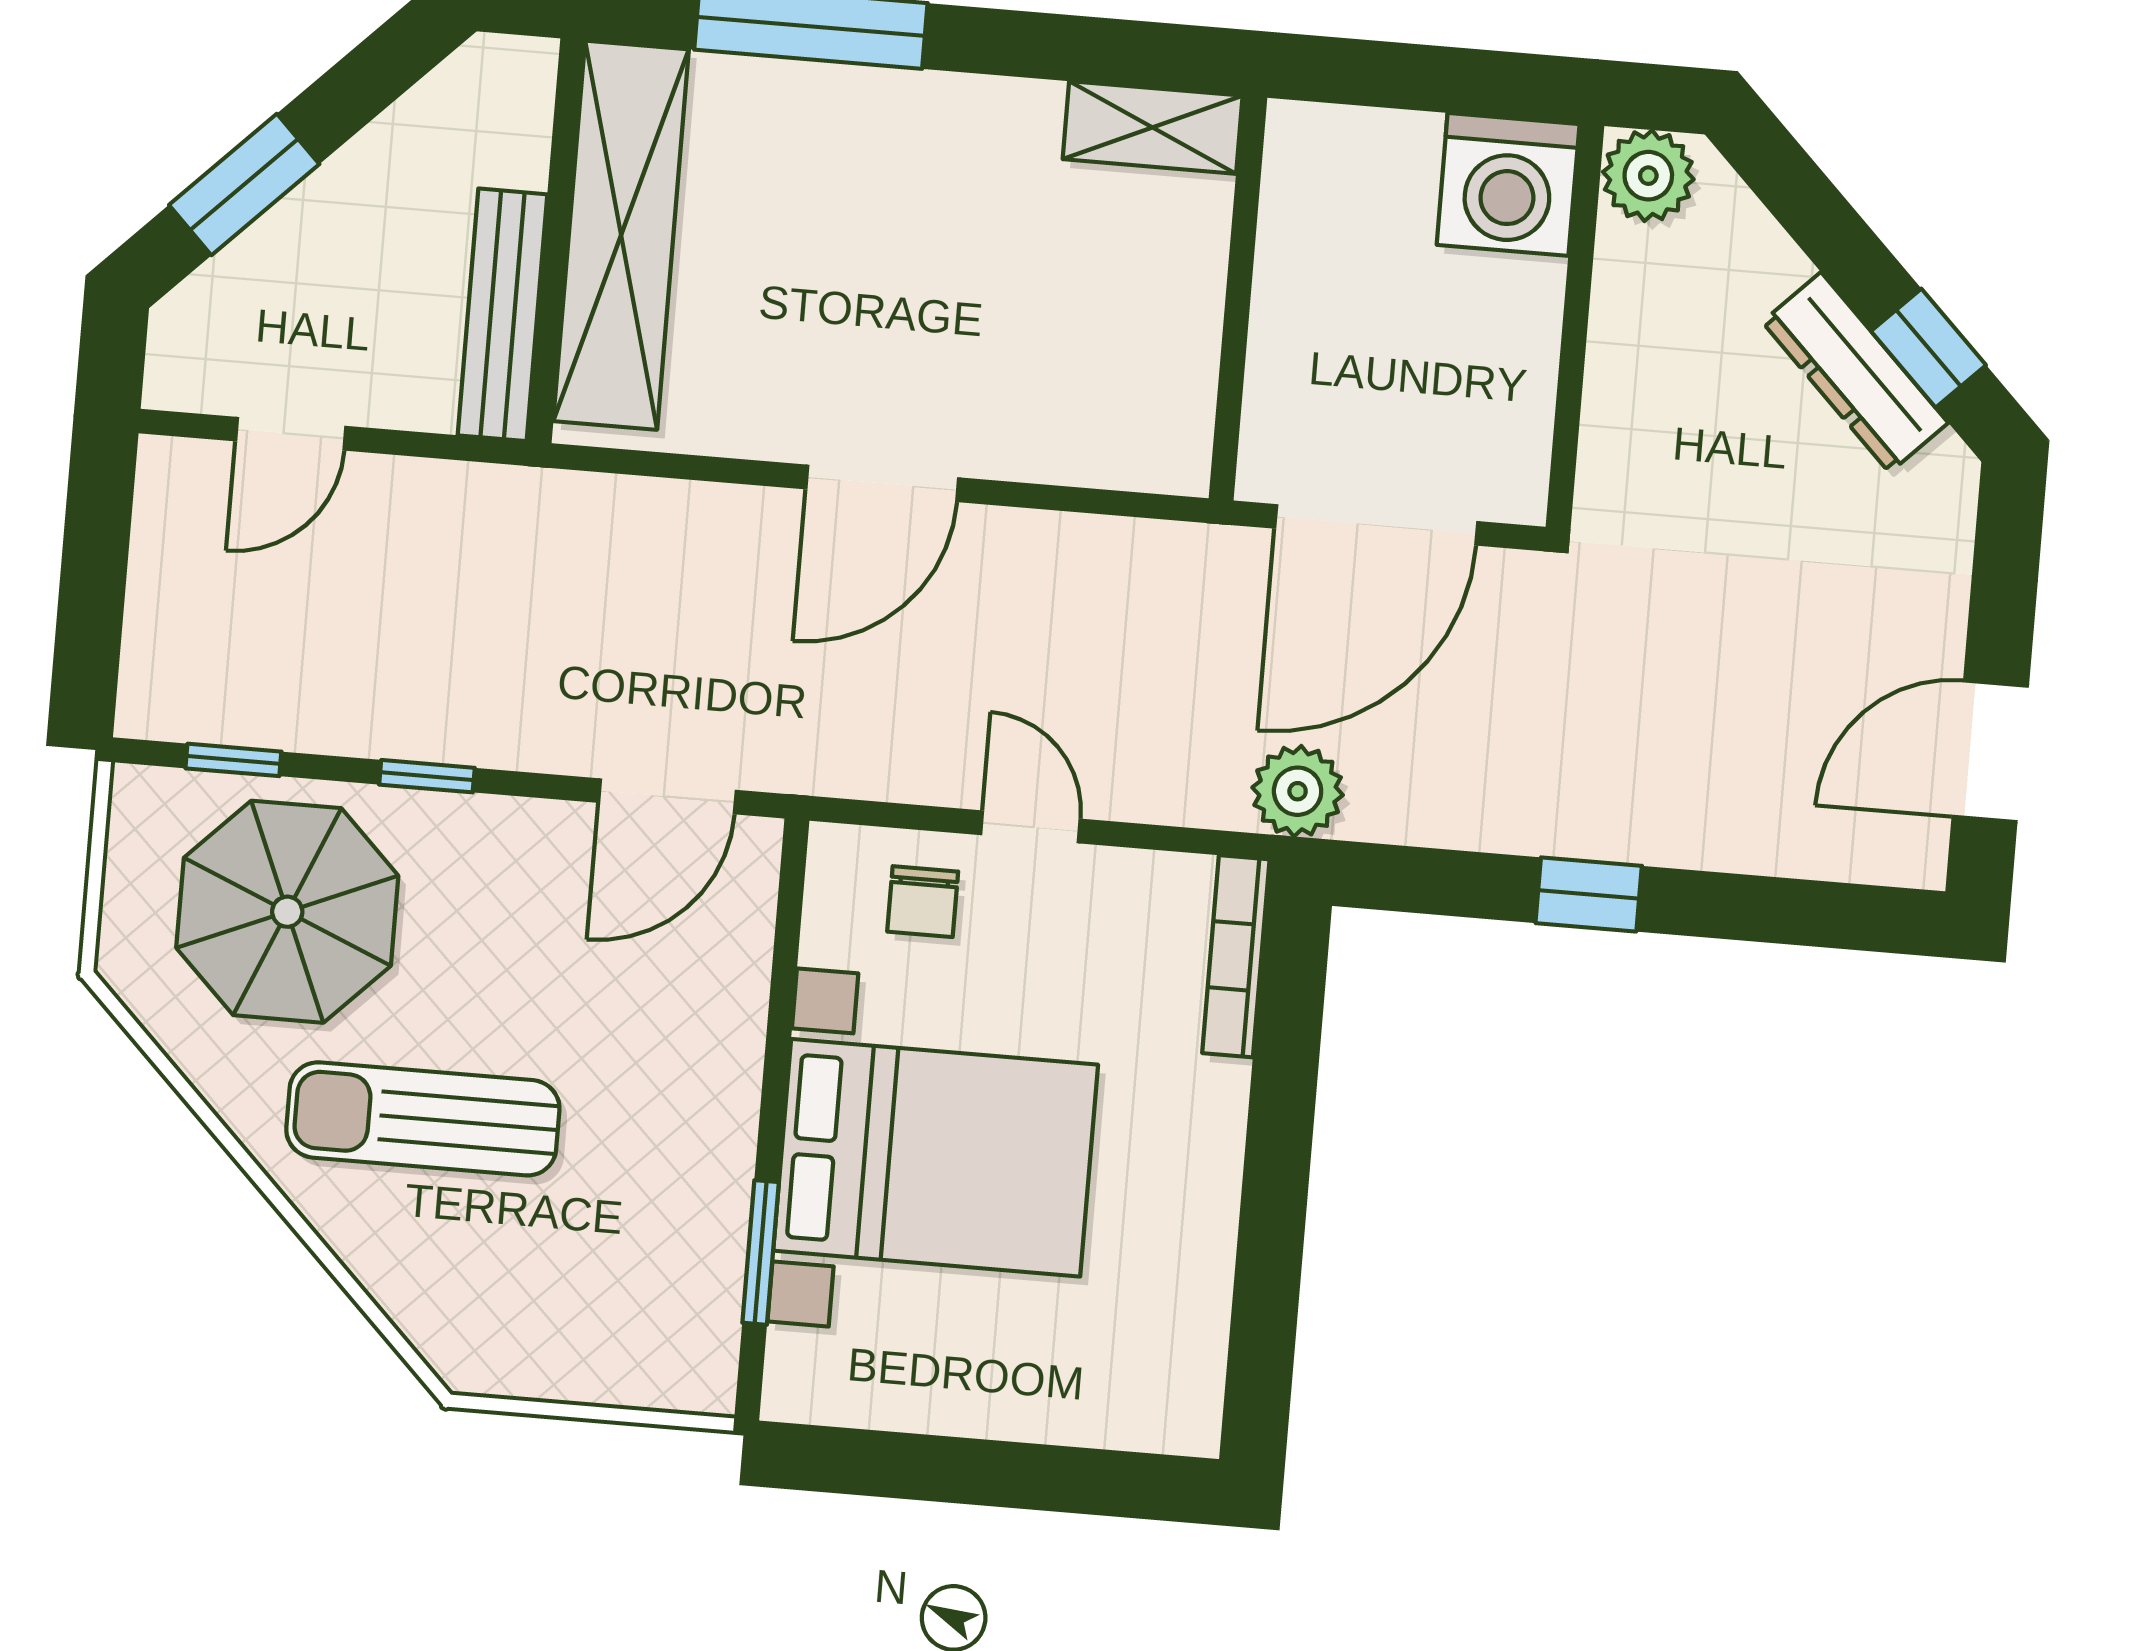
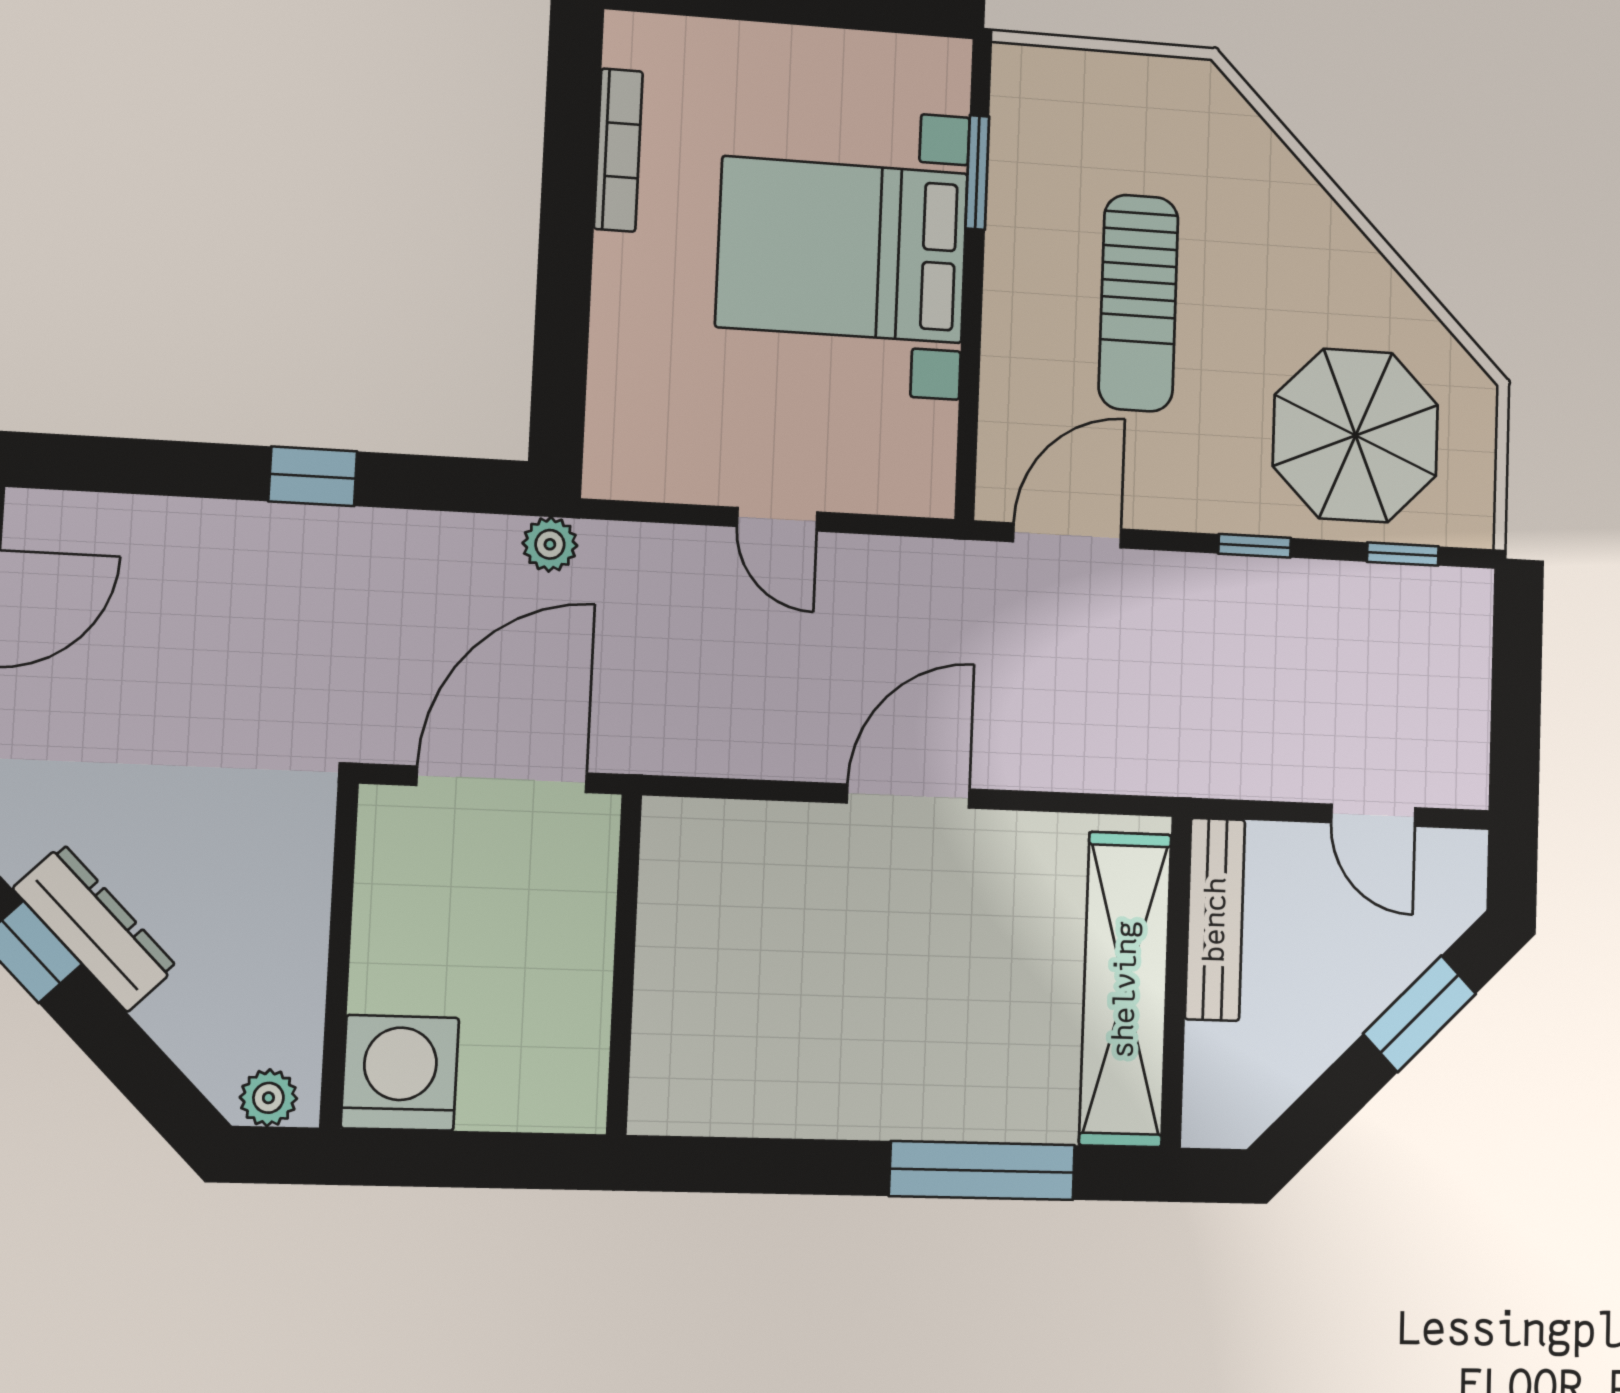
shelving: (1153, 127) -> (700, 1103), removed
plant: (1648, 176) -> (268, 1098), width x0.73, depth x0.73
door: (291, 434) -> (1373, 815), swing flipped
plant: (1298, 791) -> (550, 544), width x0.73, depth x0.73
chair: (923, 902) -> (861, 456), removed
bookcase: (1236, 956) -> (618, 150), moved
sun lounger: (423, 1119) -> (1138, 303), moved, turned 90

